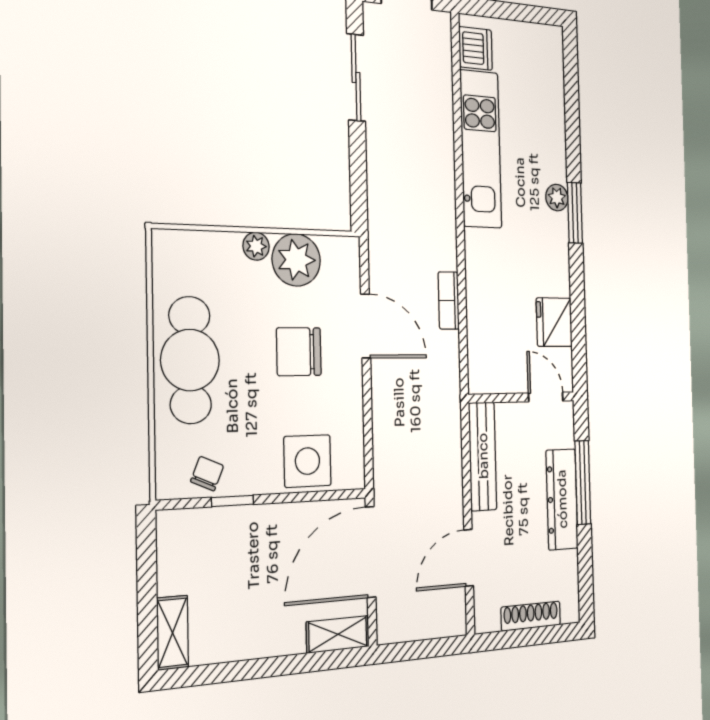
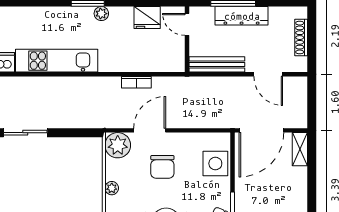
plant: (557, 198) -> (101, 14), moved
plant: (296, 260) -> (118, 145), moved
door: (546, 397) -> (187, 24), hinge flipped
door: (371, 552) -> (261, 130), hinge flipped

